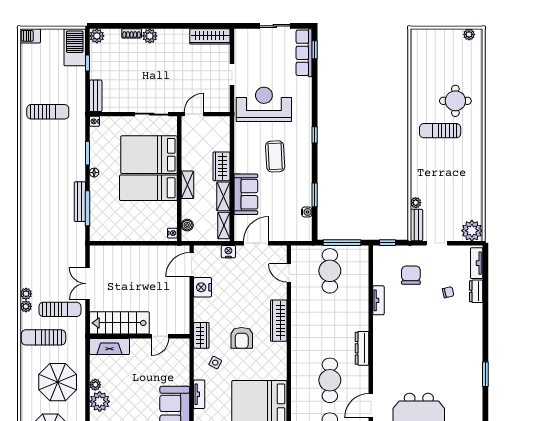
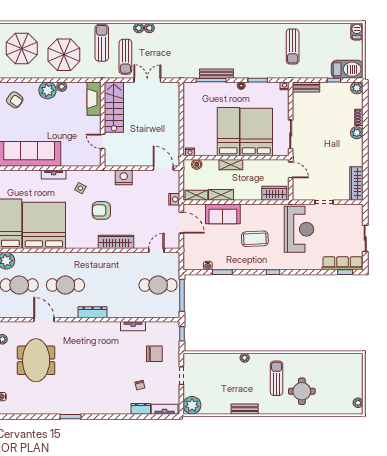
wardrobe: (221, 166) -> (274, 193), moved
plant: (416, 203) -> (245, 358), moved
bench: (416, 225) -> (245, 409), moved
nightstand: (203, 287) -> (124, 177), moved
plant: (26, 306) -> (149, 28), moved
wardrobe: (201, 335) -> (103, 176), removed

